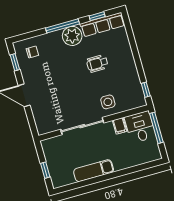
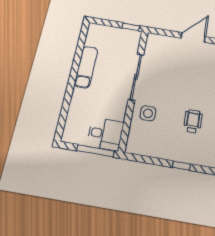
window: (146, 90) -> (181, 166), moved
filing cabinet: (120, 126) -> (117, 114), removed
window: (45, 170) -> (131, 27), moved

